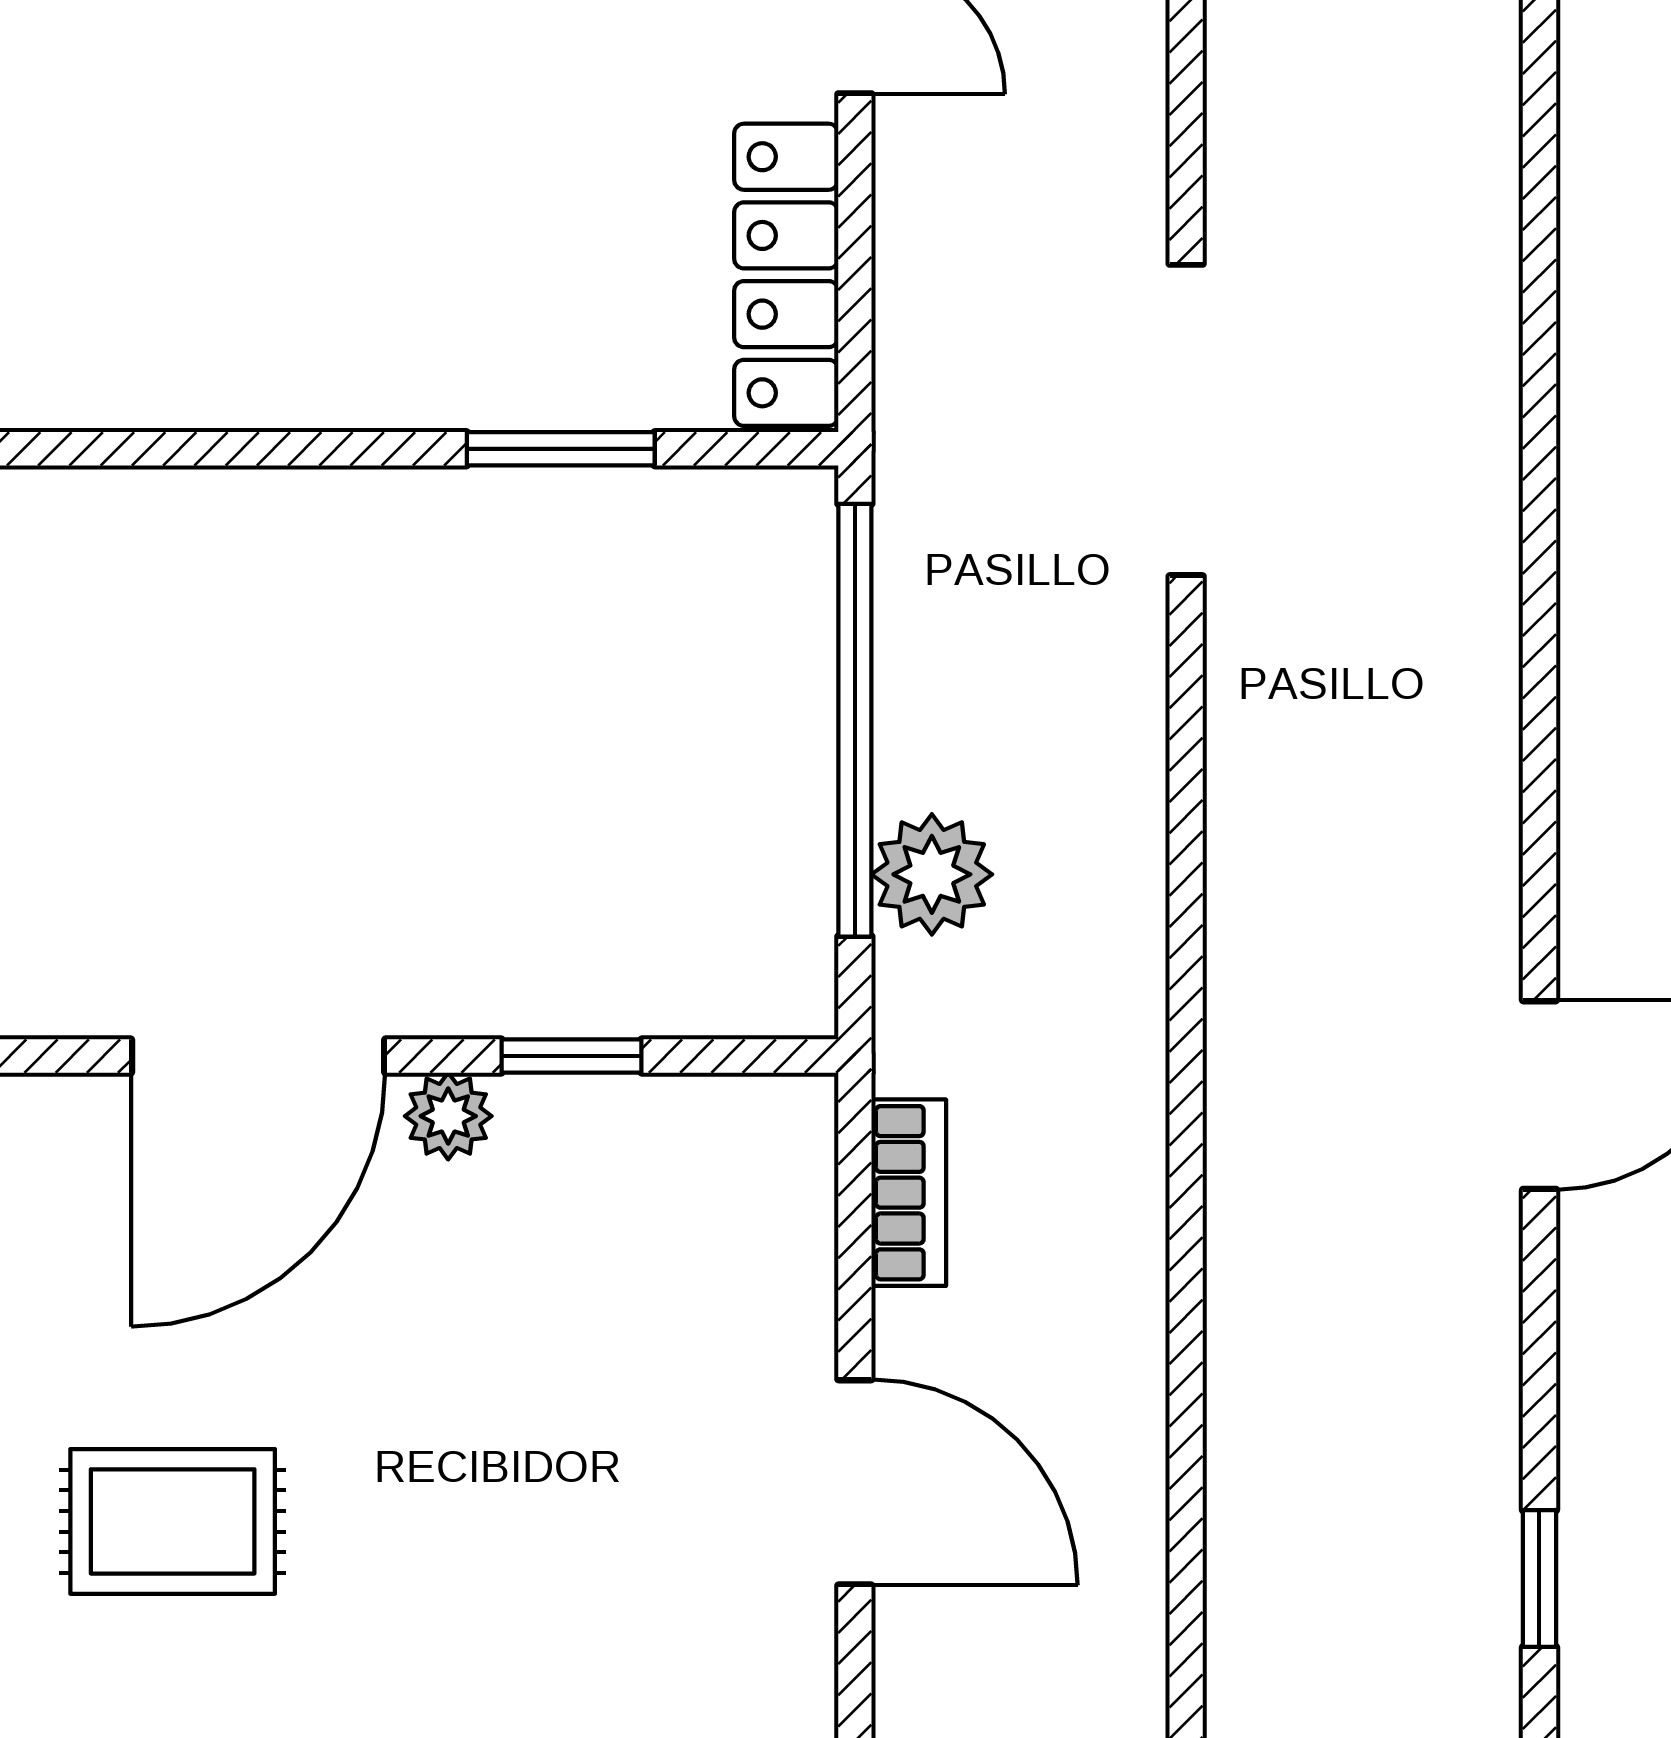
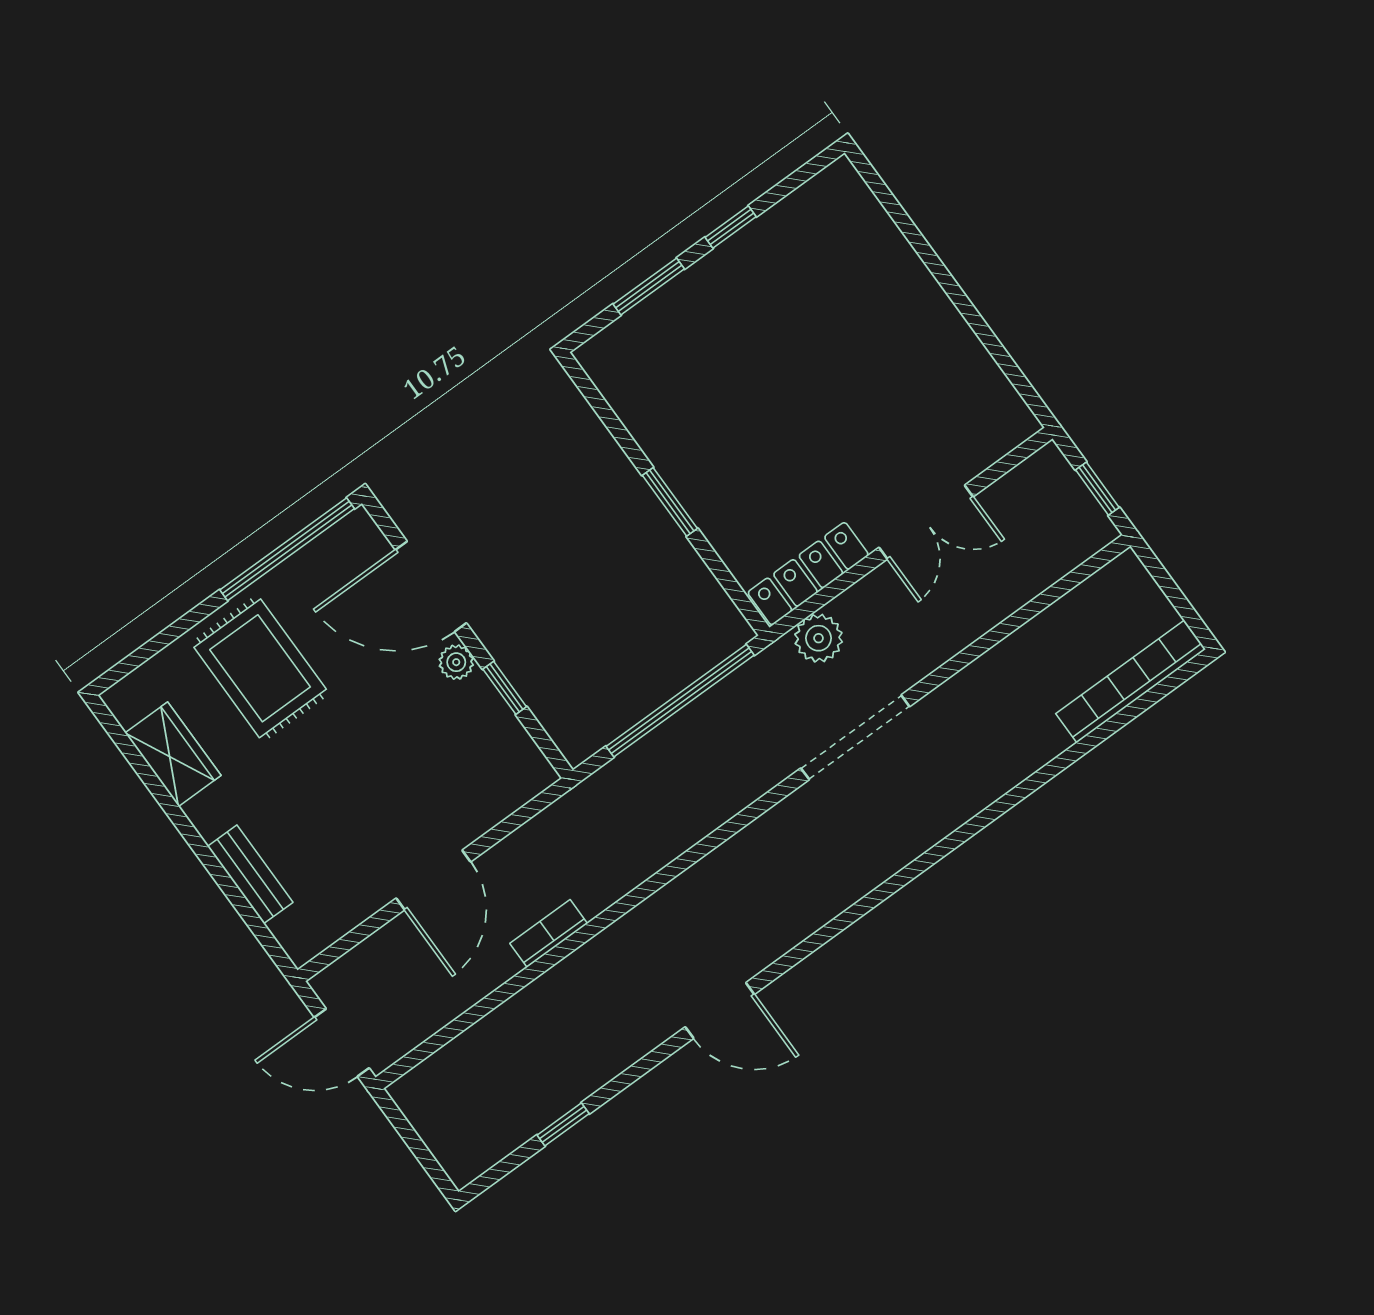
window: (561, 449) -> (670, 502), moved
plant: (932, 874) -> (819, 638), moved
bookcase: (909, 1193) -> (549, 933), moved, turned 180
rug: (173, 1521) -> (260, 668), width x1.36, depth x1.43

